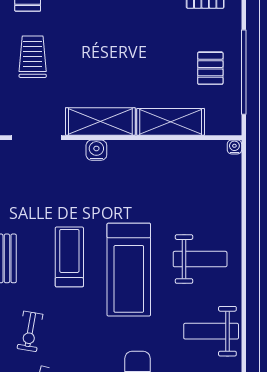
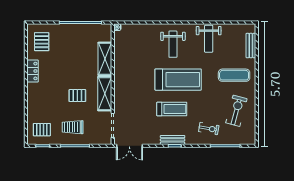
pallet: (210, 68) -> (77, 96), moved
water cooler: (96, 150) -> (119, 96), removed
treadmill: (69, 257) -> (172, 109), turned 180
weight bench: (200, 259) -> (173, 44), turned 180

